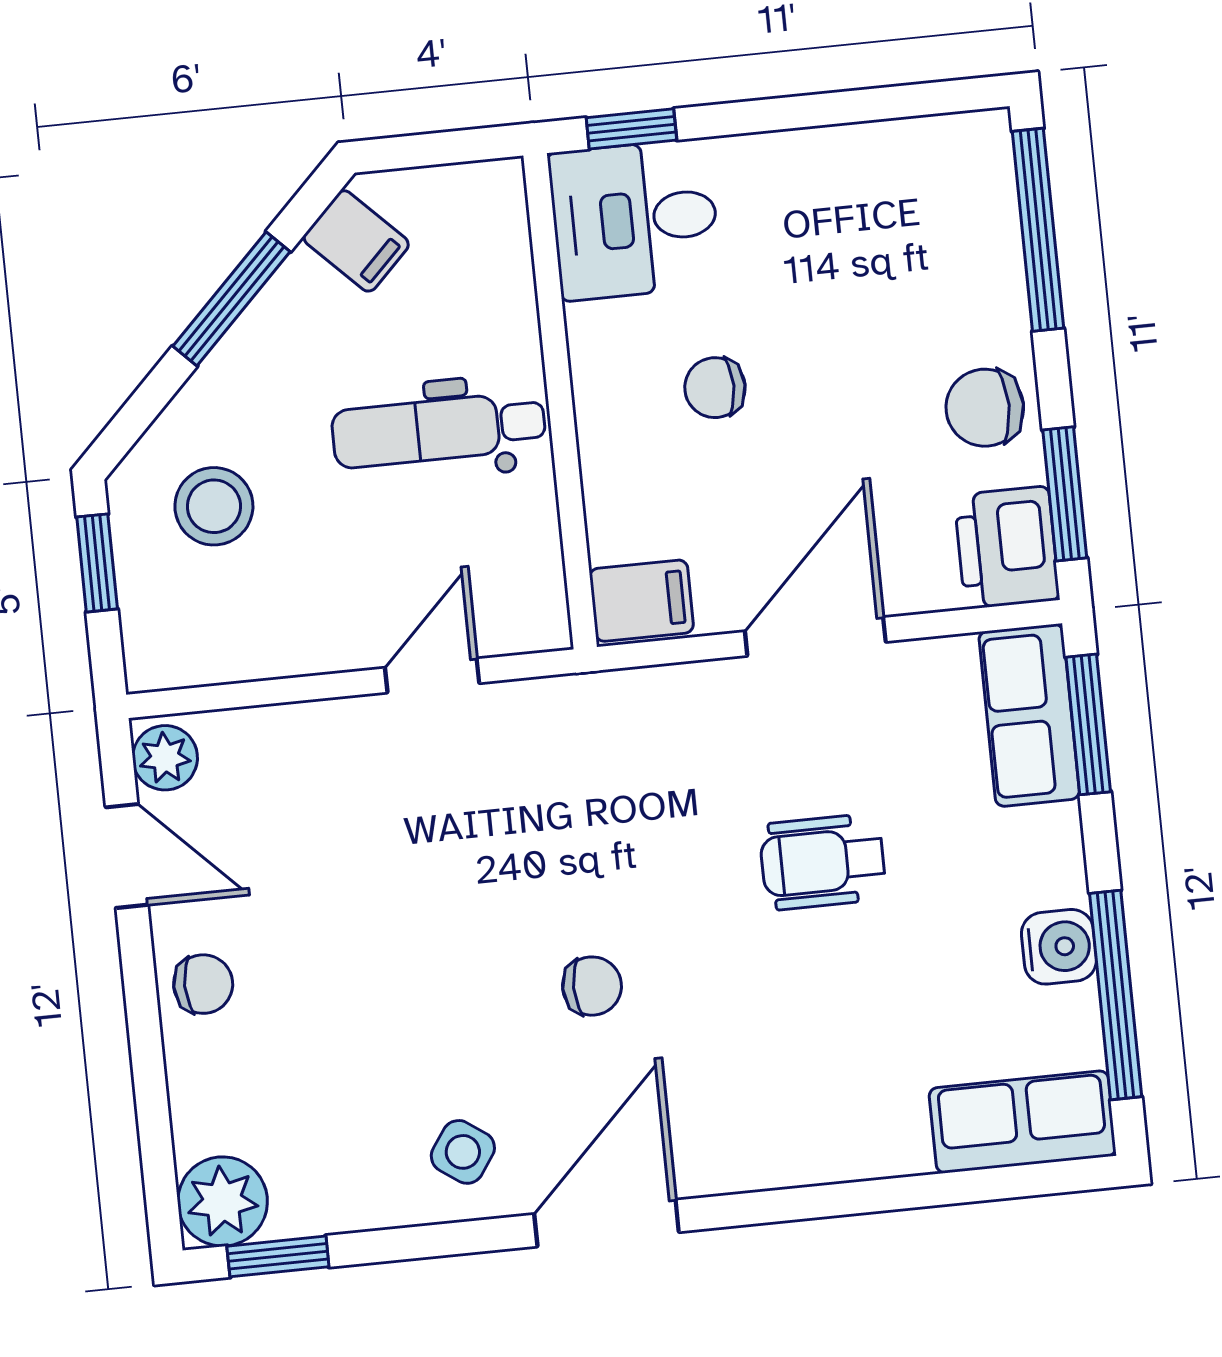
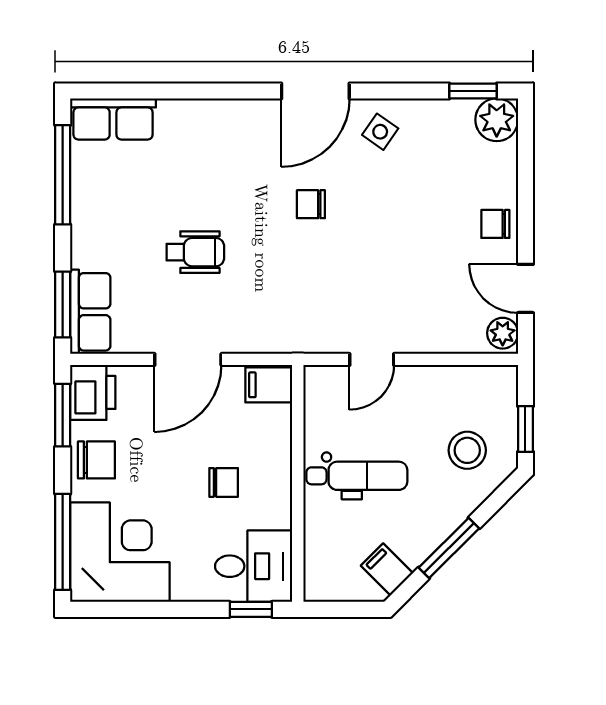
corner desk: (917, 220) -> (120, 552), added
water cooler: (1059, 947) -> (87, 200), removed

